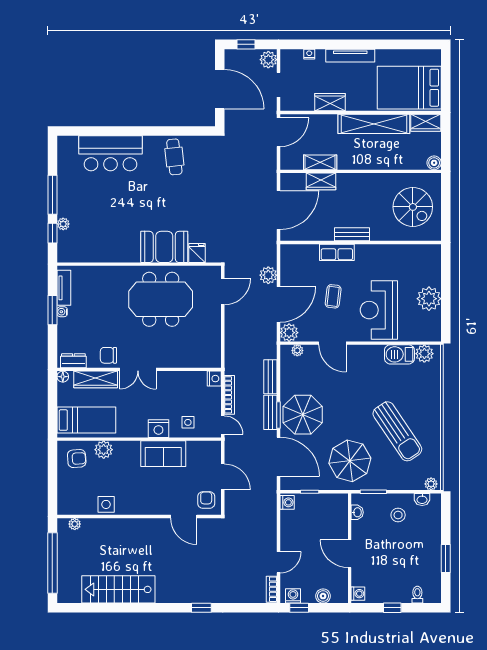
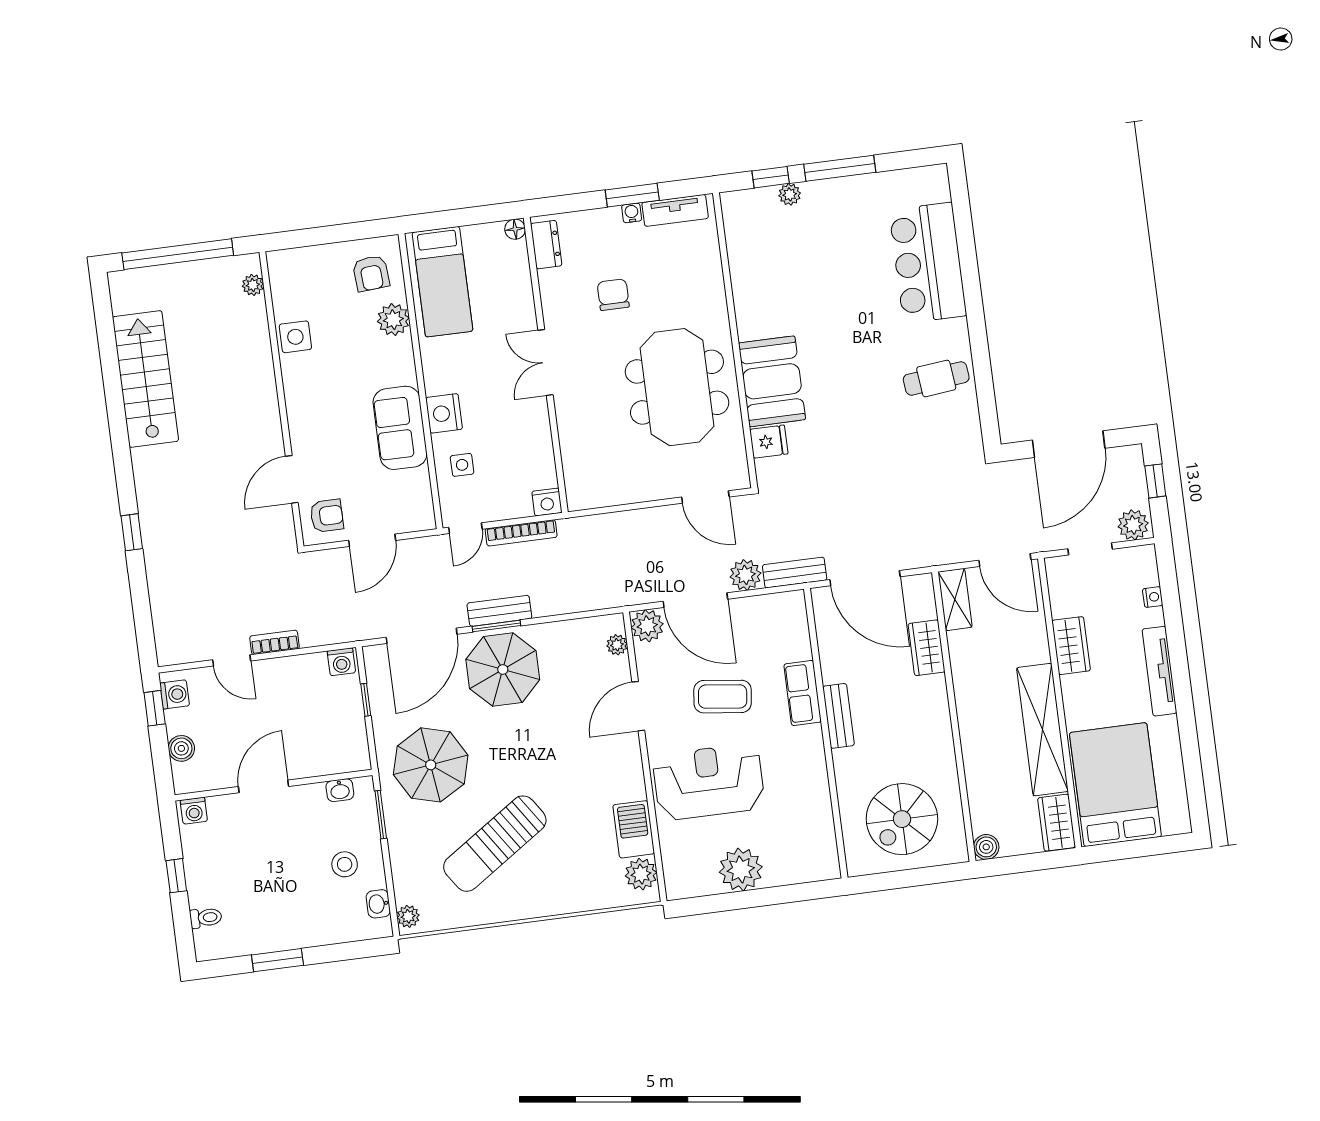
shelving: (320, 162) -> (955, 599), moved
coffee table: (333, 296) -> (723, 697), width x1.36, depth x1.30
chair: (108, 355) -> (613, 295), moved
bench: (270, 377) -> (795, 572), moved
wardrobe: (96, 379) -> (518, 289), removed
bookcase: (272, 589) -> (275, 642), moved

